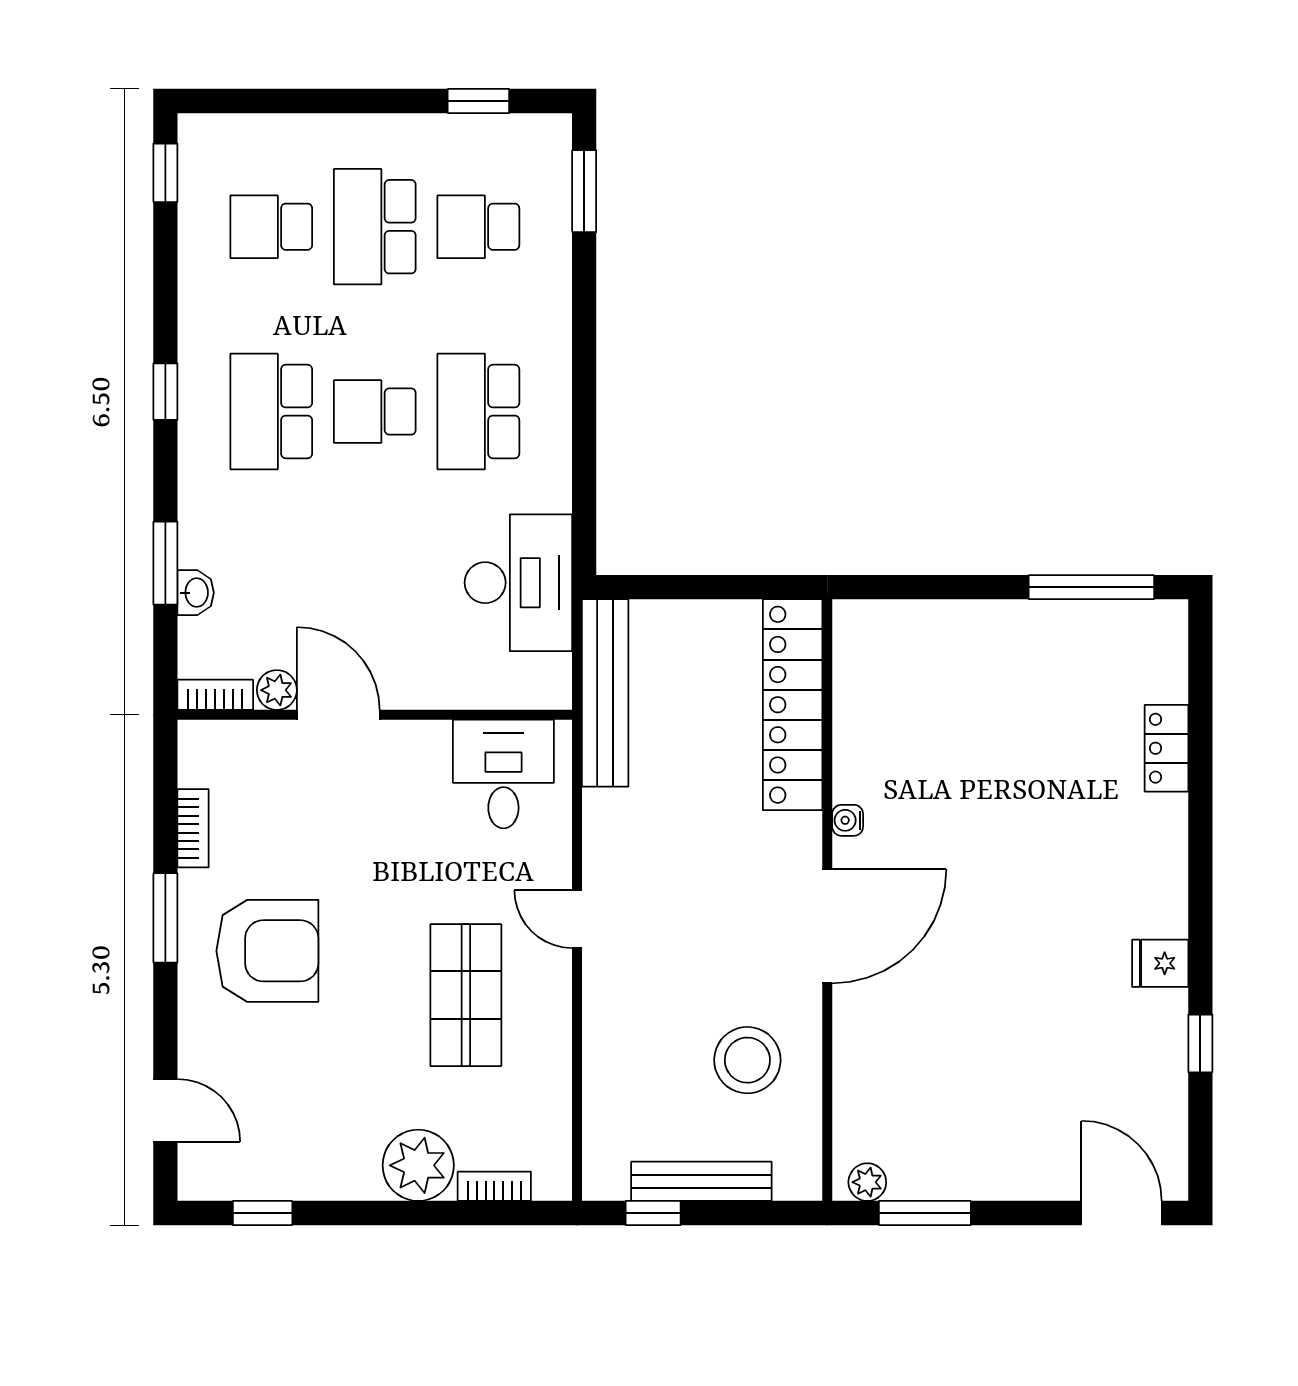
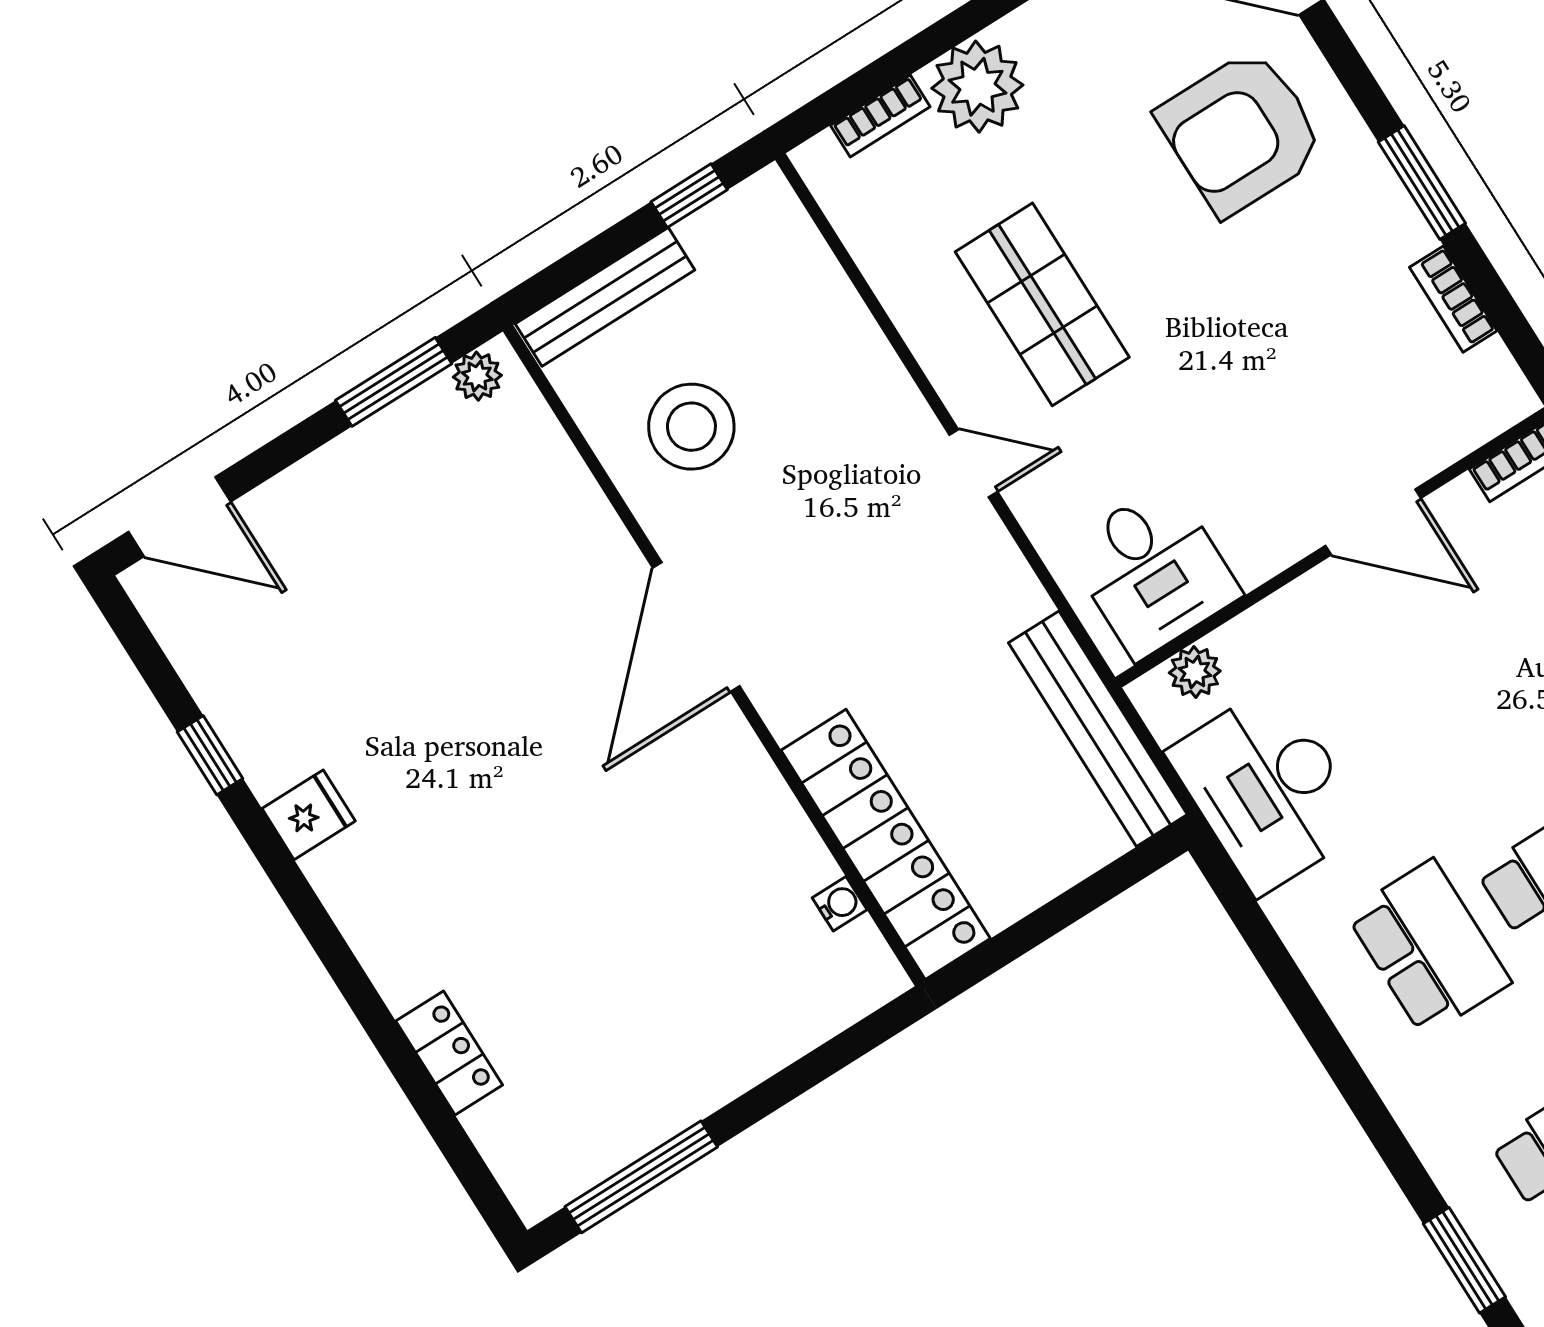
plant: (277, 690) -> (1195, 672), moved
water cooler: (848, 820) -> (840, 904), moved
armchair: (267, 951) -> (1241, 132), moved
bench: (701, 1181) -> (605, 297), moved

